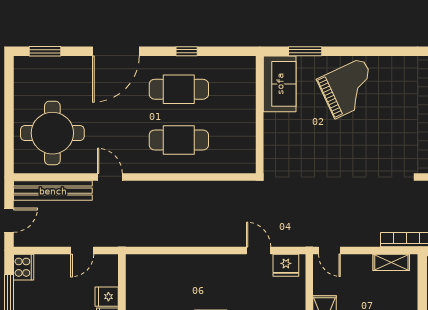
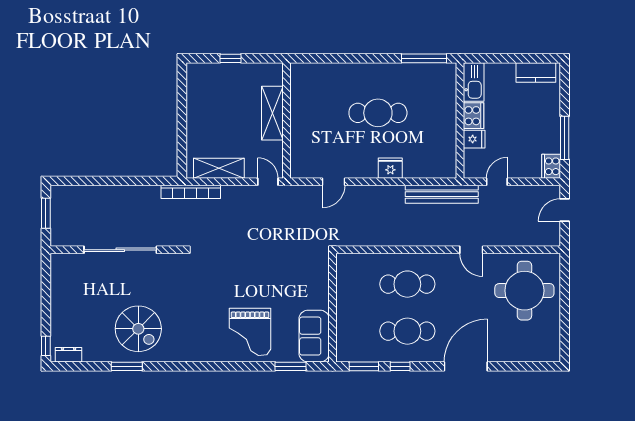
window: (45, 51) -> (364, 366), moved
grand piano: (349, 88) -> (250, 332), turned -65
bench: (53, 191) -> (442, 194), moved
door: (259, 251) -> (334, 182), hinge flipped
shelving: (391, 262) -> (219, 168), width x1.50, depth x1.33
fridge: (286, 265) -> (390, 168), moved

